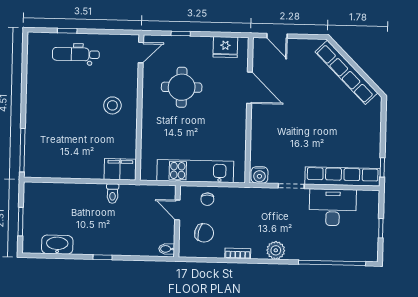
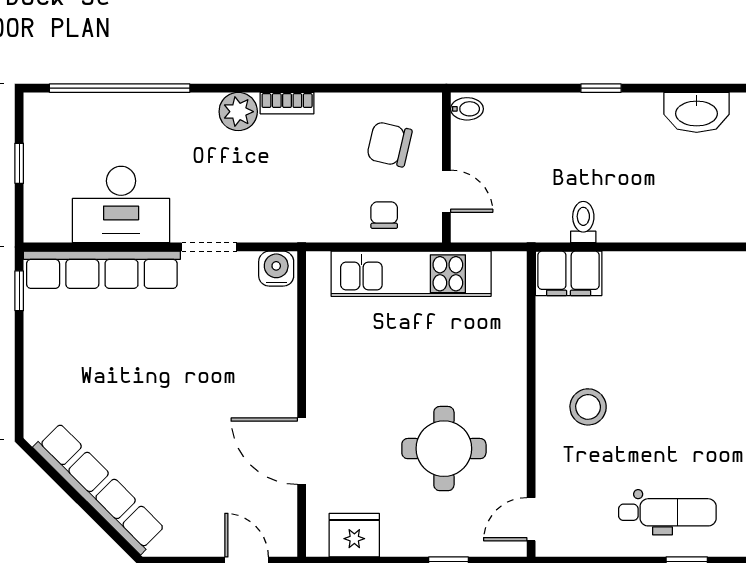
bookcase: (238, 253) -> (287, 103), moved

